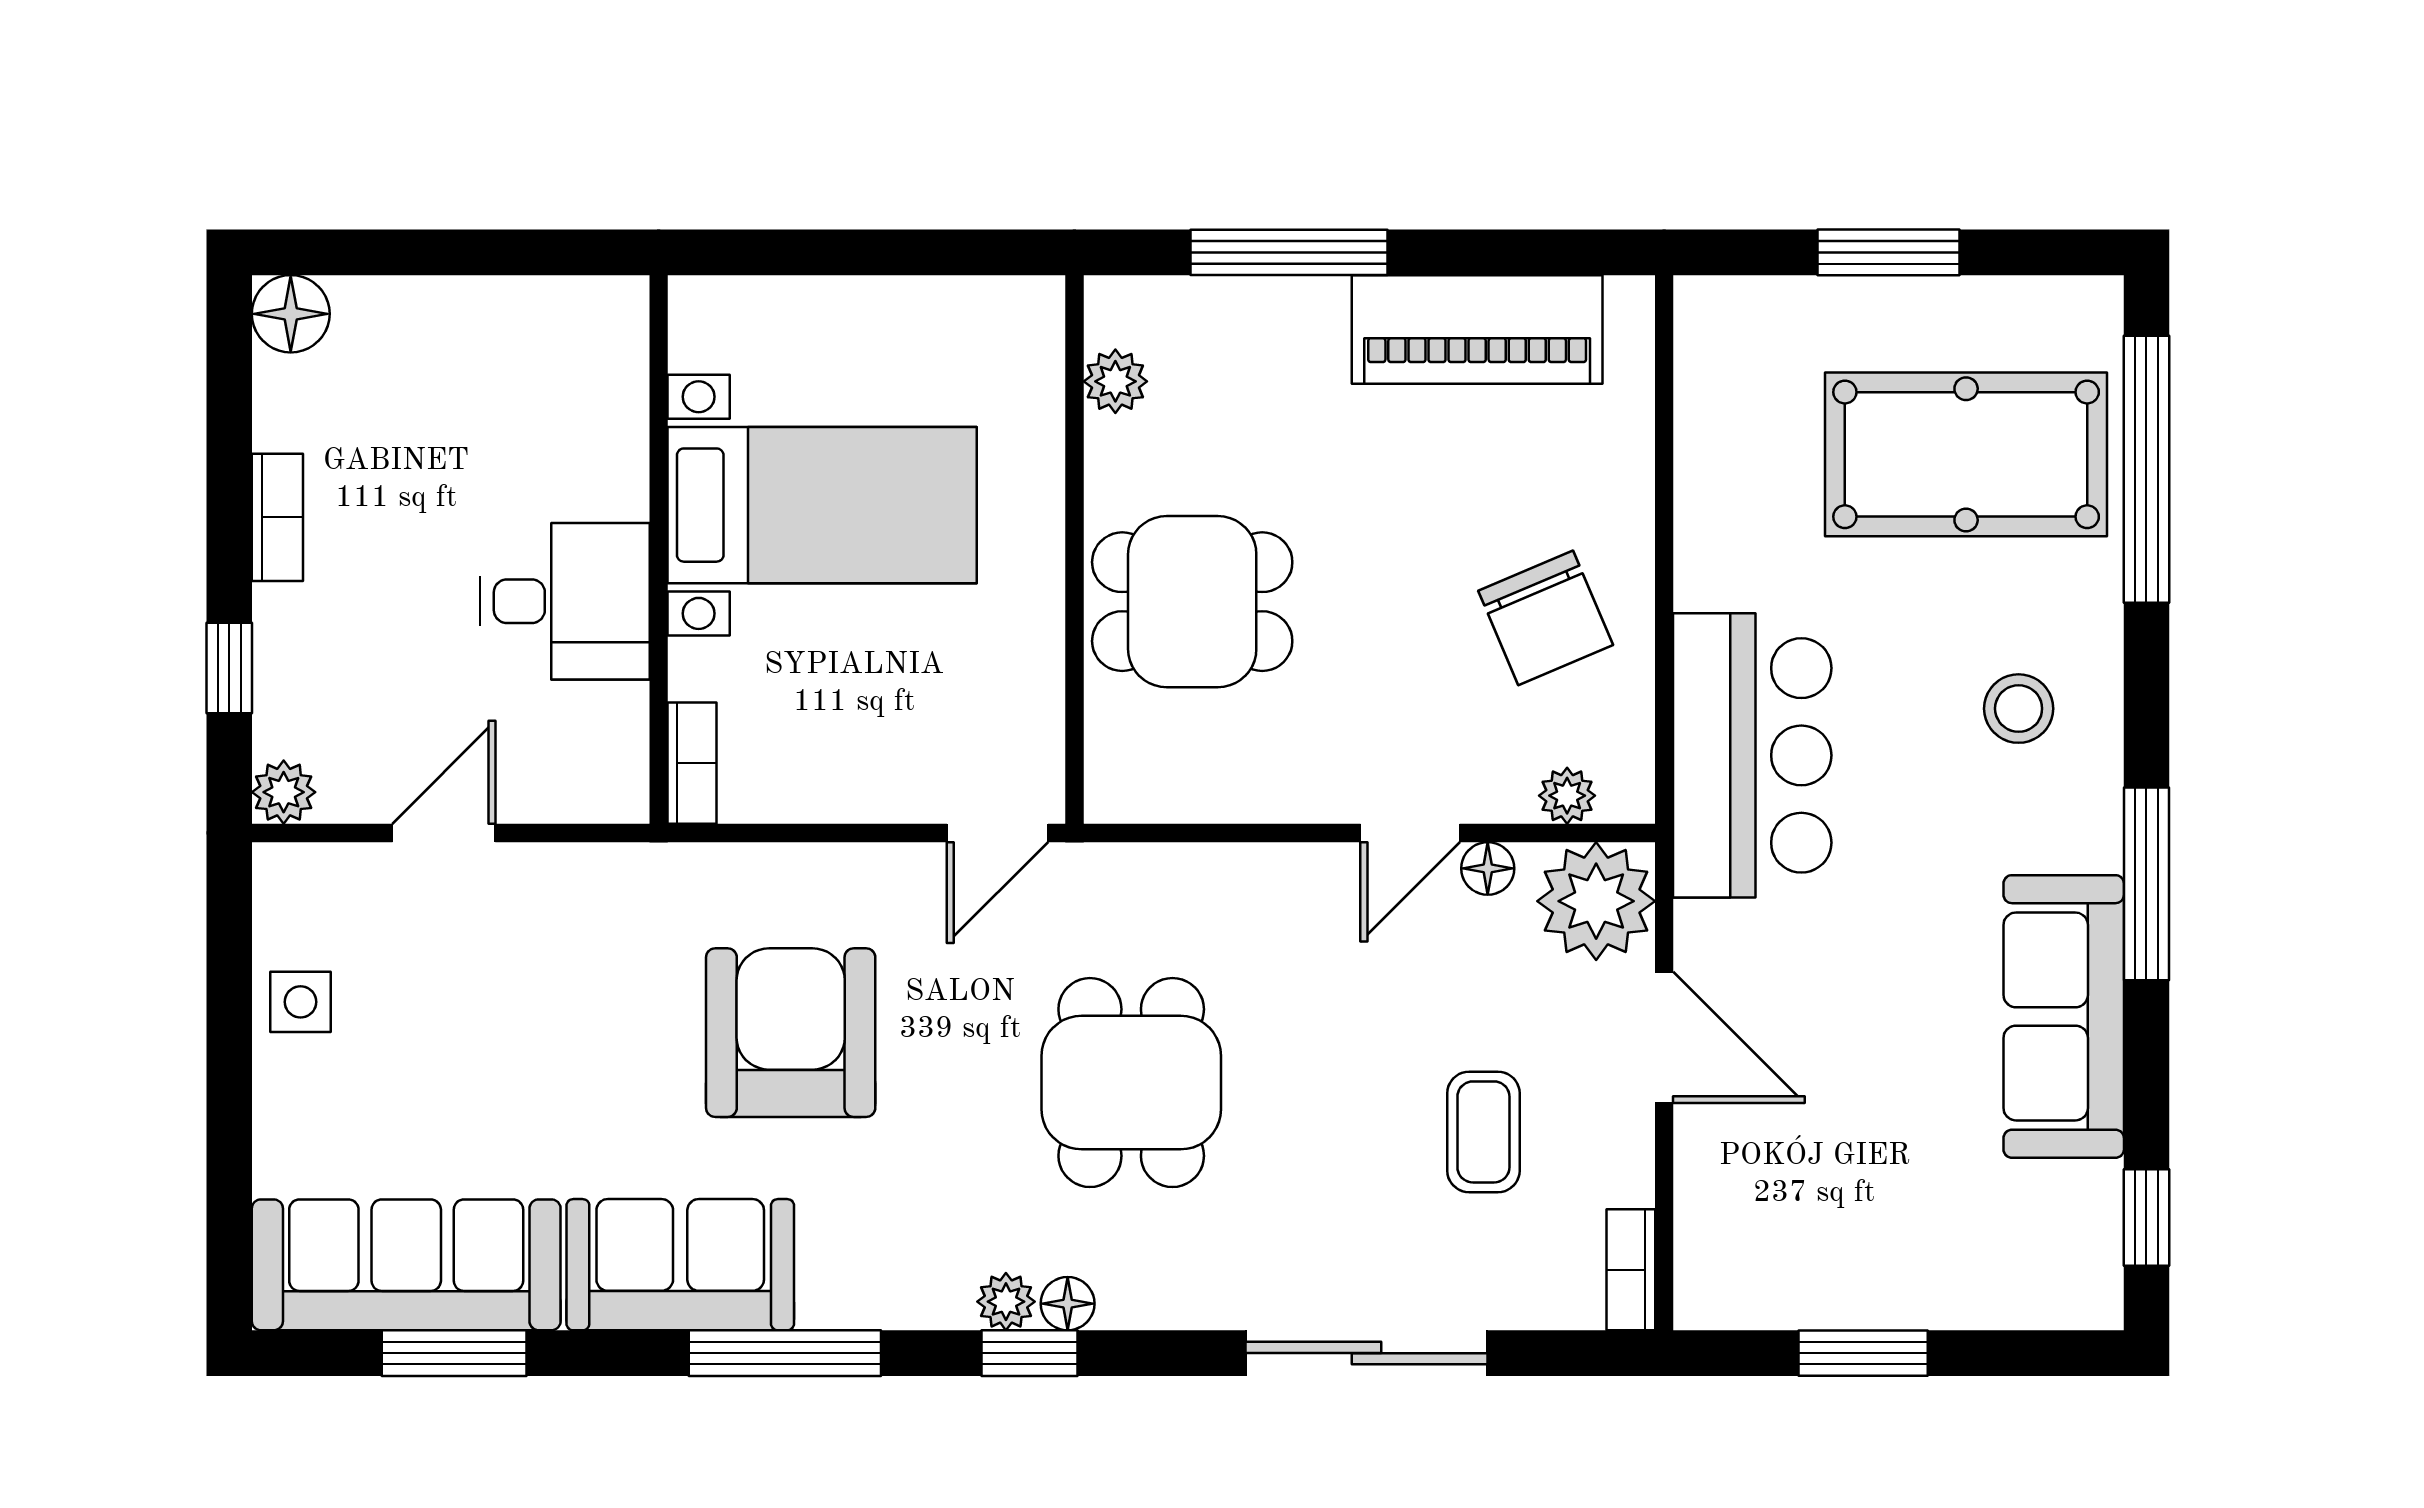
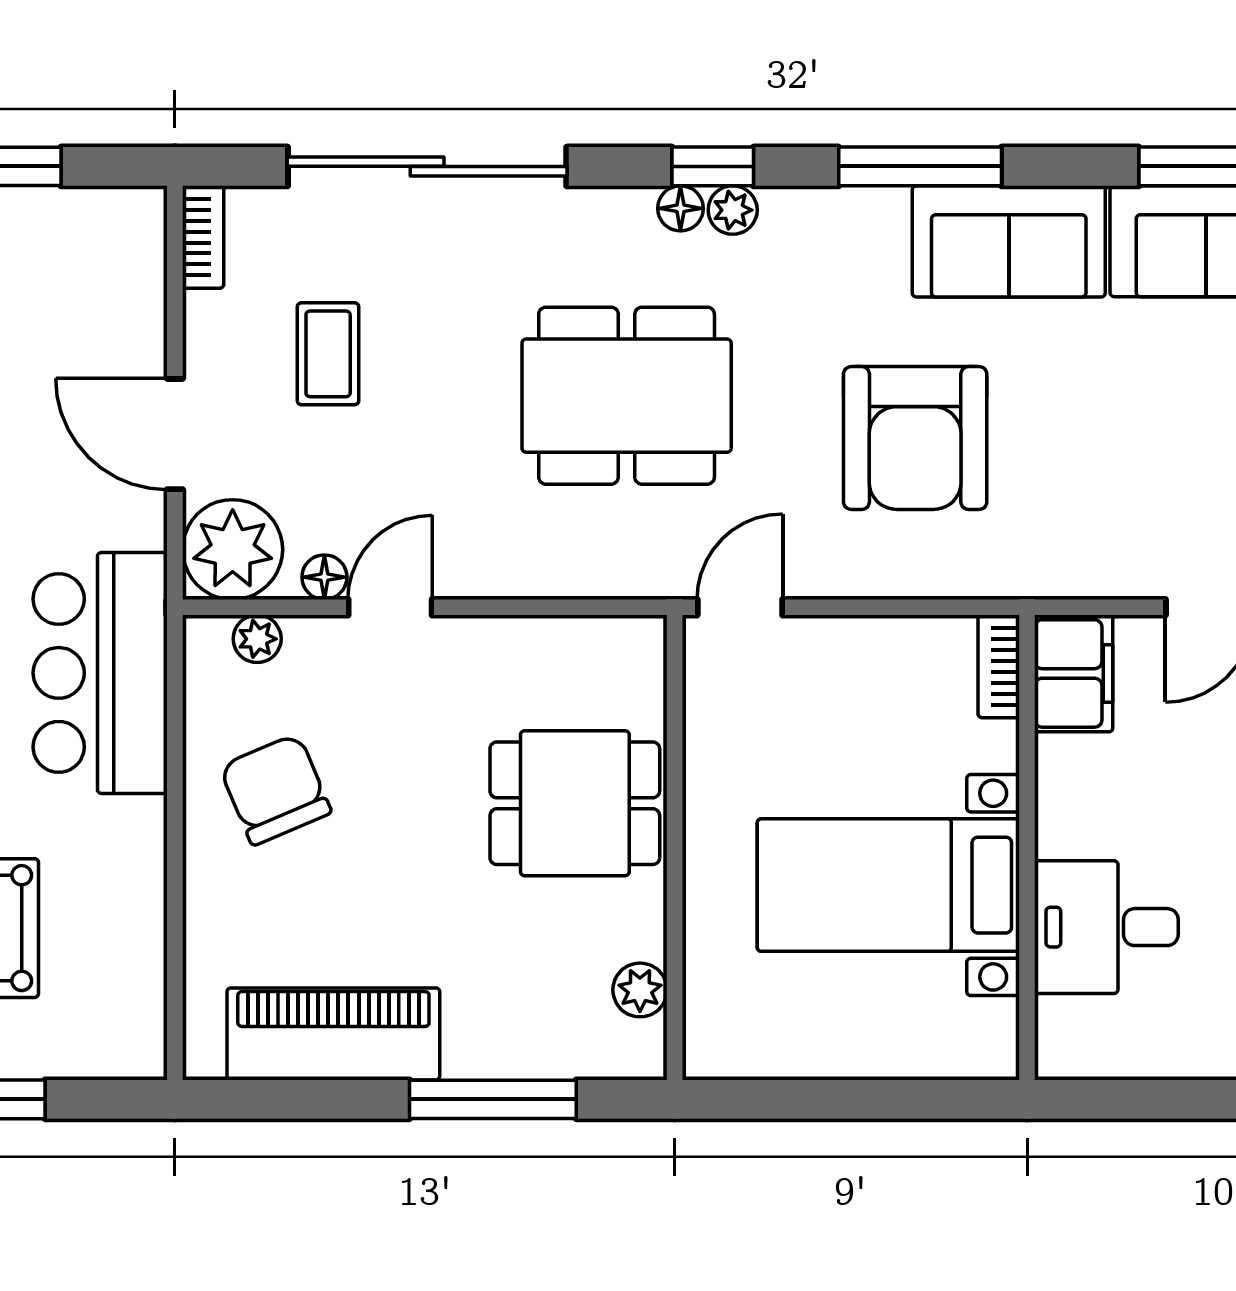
desk: (565, 601) -> (1106, 927), moved
filing cabinet: (604, 755) -> (1074, 673), added
dining table: (1131, 1083) -> (627, 396), width x1.38
sliding door: (1367, 1353) -> (427, 166), width x1.36

